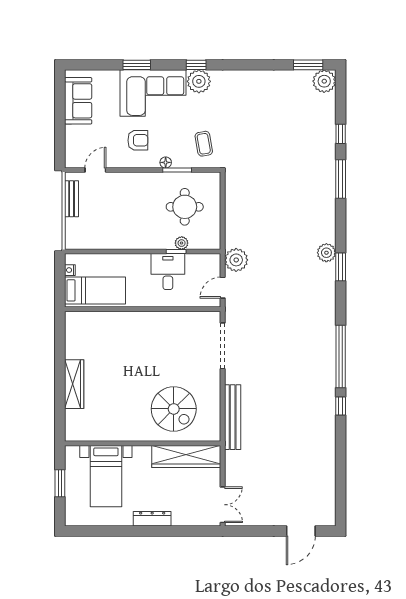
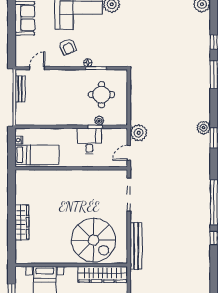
armchair: (138, 140) -> (68, 47), turned 67
coffee table: (204, 144) -> (115, 49), removed
spiral stairs: (174, 409) -> (94, 240), width x1.37, depth x1.37

